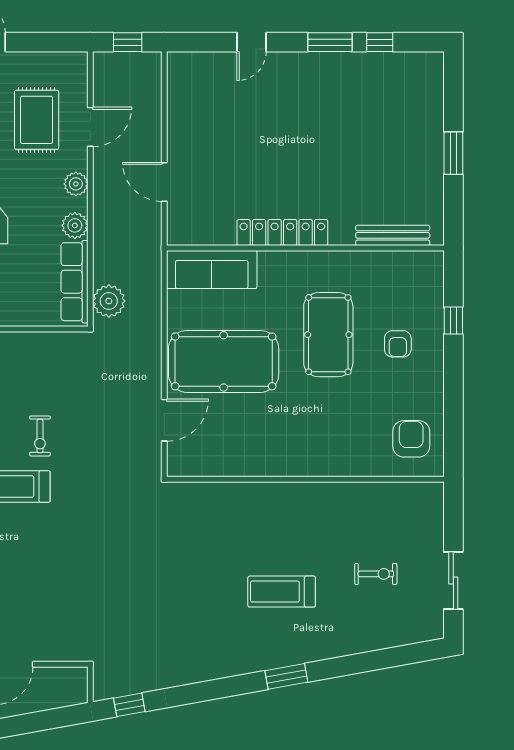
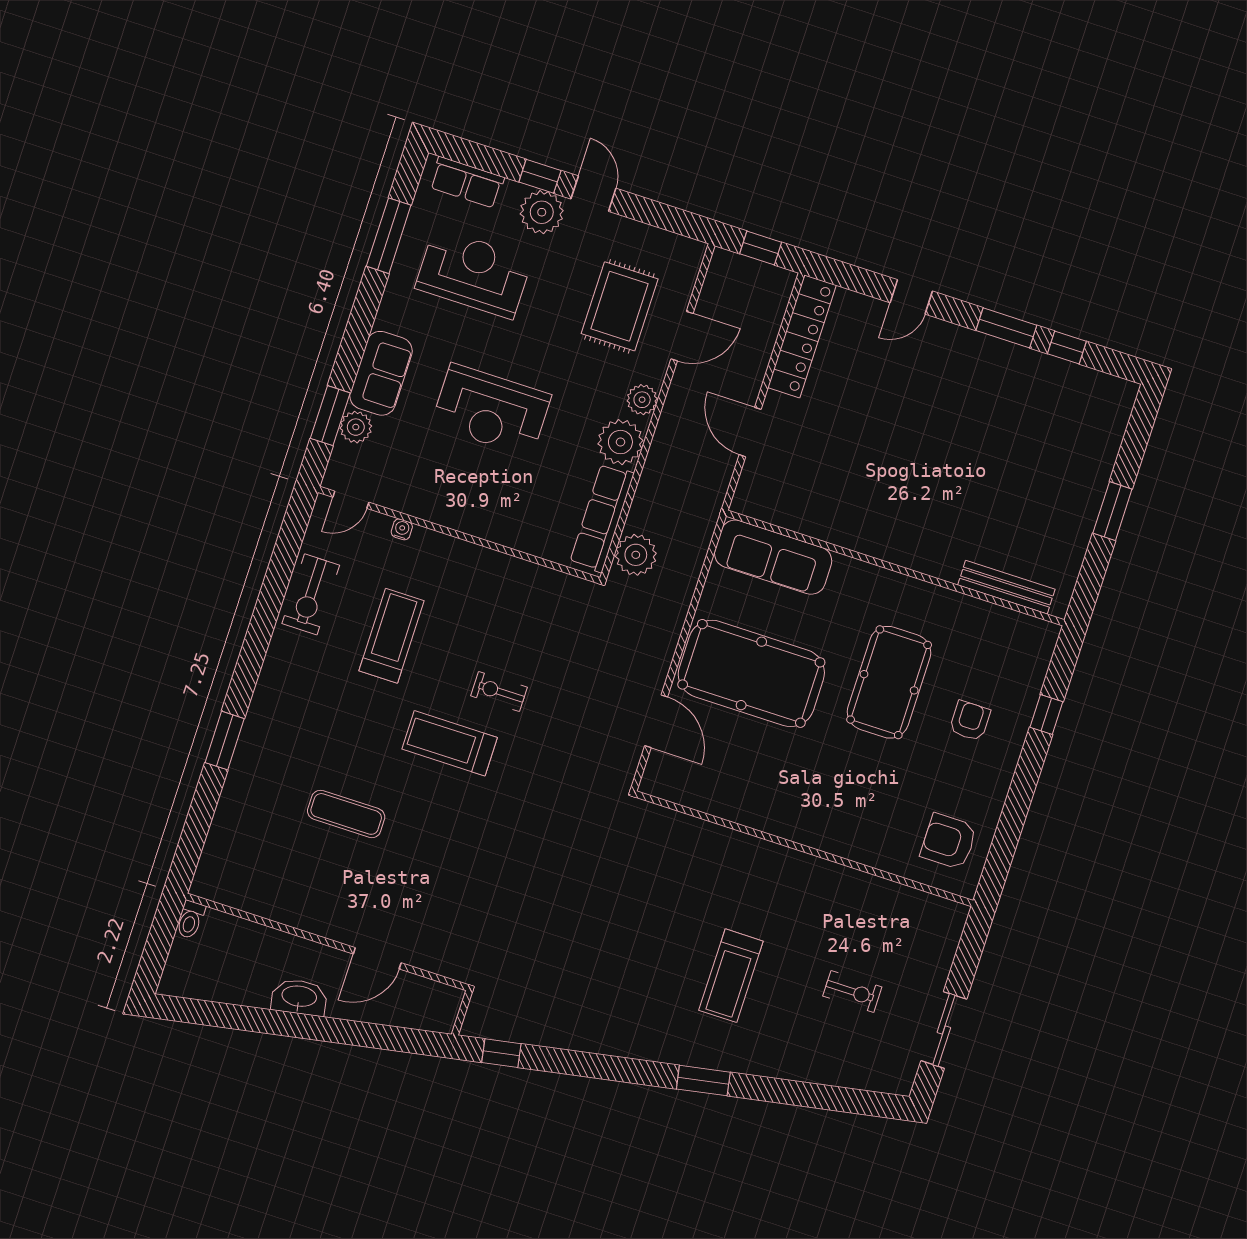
plant: (75, 225) -> (620, 442), width x1.36, depth x1.36
locker: (282, 233) -> (802, 336), moved, turned 90
armchair: (398, 344) -> (970, 721), turned 180
door: (164, 420) -> (656, 721), hinge flipped
exercise bike: (40, 436) -> (499, 692), turned 90
armchair: (411, 439) -> (949, 841), turned -90
treadmill: (282, 592) -> (731, 976), turned -90

